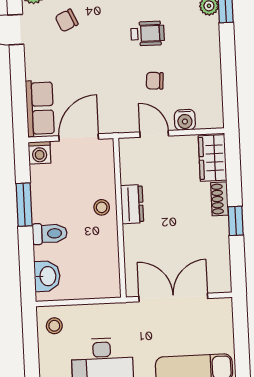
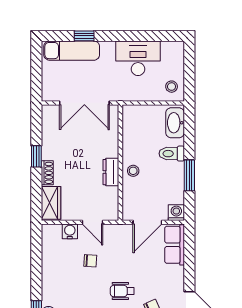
wheelchair: (148, 34) -> (122, 291), moved
washbasin: (47, 276) -> (175, 123), width x1.38

